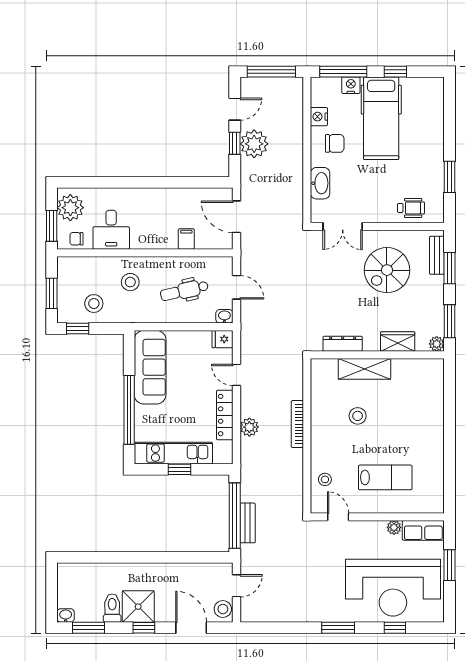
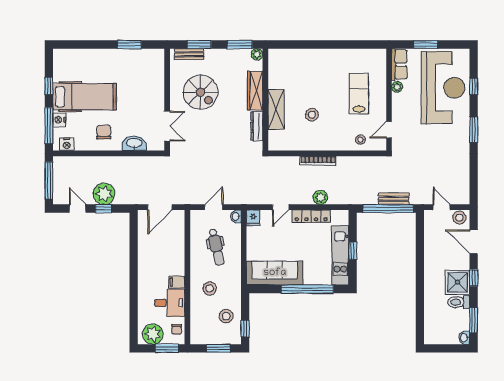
nightstand: (319, 117) -> (67, 144), moved
wheelchair: (411, 208) -> (153, 74), removed
filing cabinet: (186, 239) -> (177, 282), moved
wardrobe: (398, 342) -> (255, 91), width x1.50
door: (191, 628) -> (474, 242), hinge flipped

